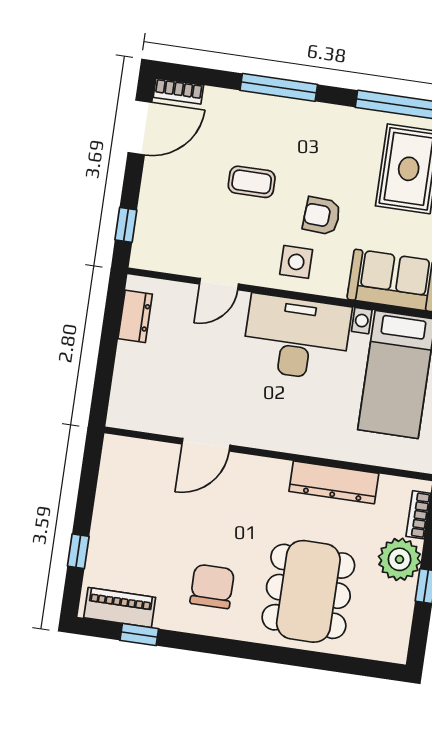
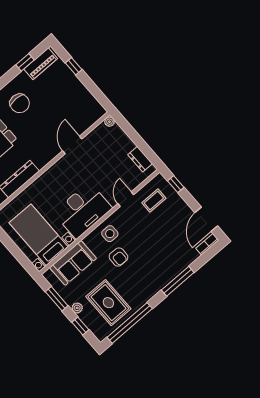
coffee table: (252, 182) -> (154, 200), moved
armchair: (322, 216) -> (118, 257), turned 88
plant: (117, 417) -> (109, 122), added

